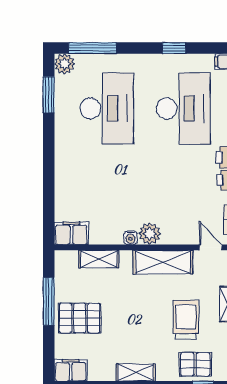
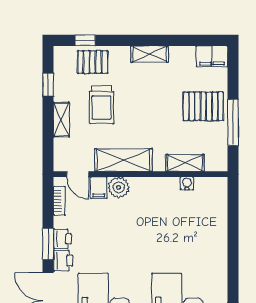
filing cabinet: (71, 233) -> (99, 188), moved, width x0.50
plant: (150, 234) -> (119, 187), moved
water cooler: (130, 238) -> (187, 183), moved

